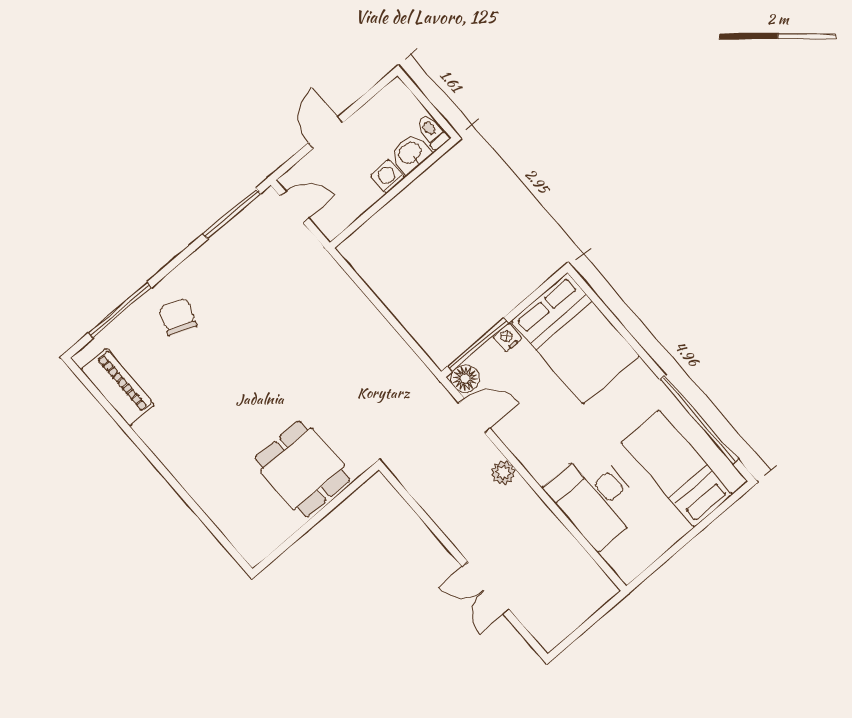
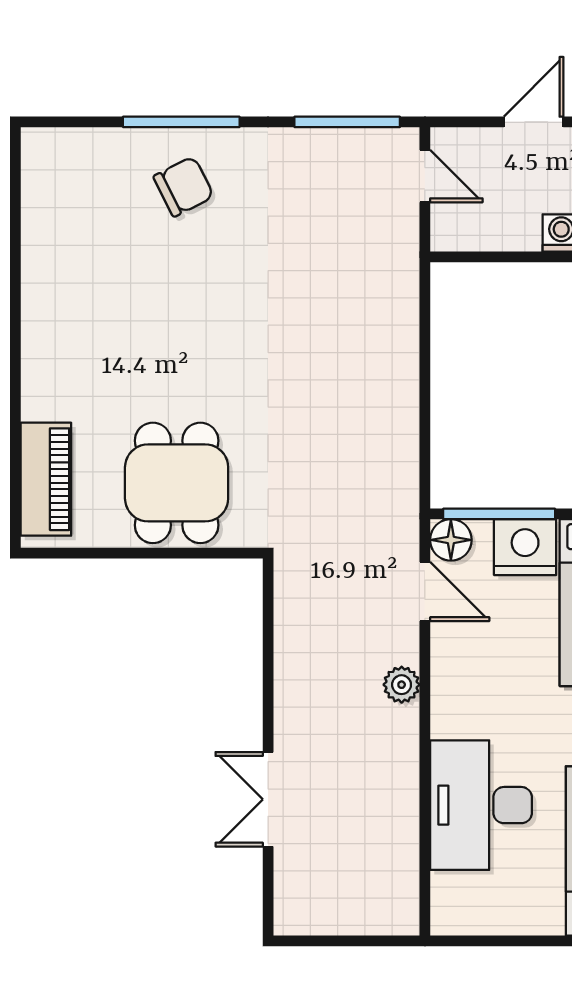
window: (120, 310) -> (181, 122), moved
chair: (178, 317) -> (184, 186), turned 42
nightstand: (508, 337) -> (525, 547), width x1.89, depth x1.79
piano: (118, 387) -> (46, 479), moved

